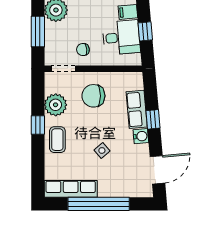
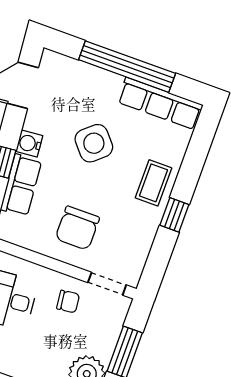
chair: (93, 96) -> (77, 228), turned 90
plant: (56, 105) -> (138, 235), removed
side table: (102, 150) -> (94, 143), width x1.87, depth x1.87

